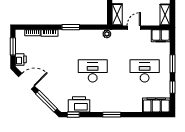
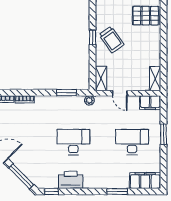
window: (71, 27) -> (67, 93), moved
door: (134, 28) -> (120, 93), swing flipped
window: (172, 87) -> (163, 160), removed
printer: (79, 104) -> (71, 180), moved
window: (112, 115) -> (117, 191), moved

